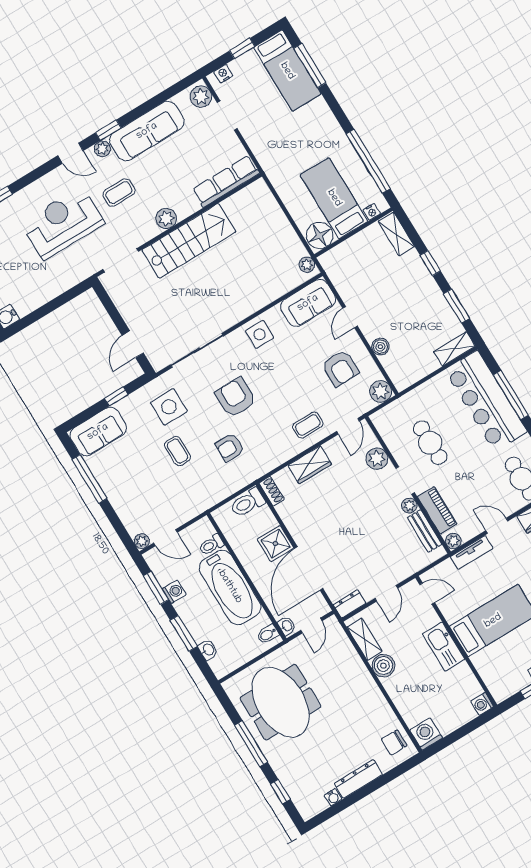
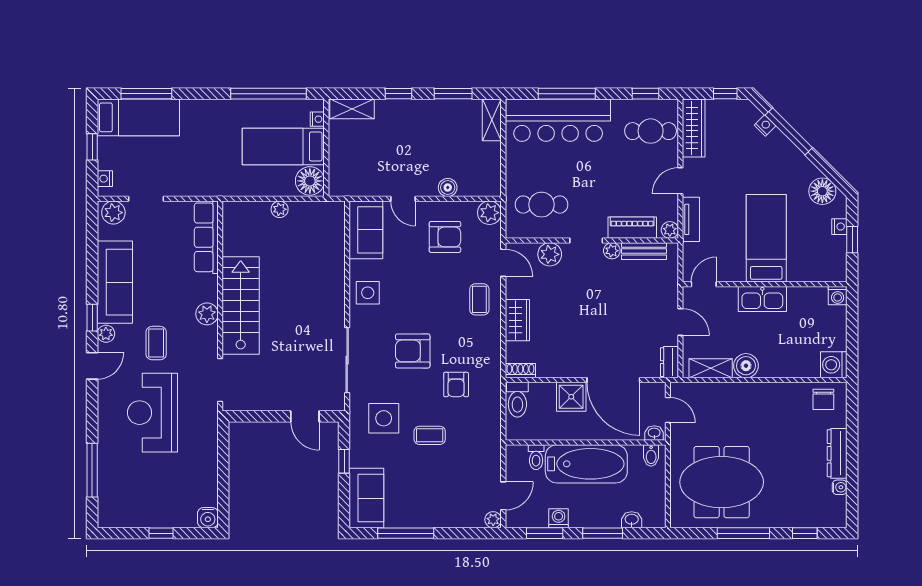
plant: (307, 265) -> (280, 209), moved
cafe table: (430, 443) -> (541, 205), moved

